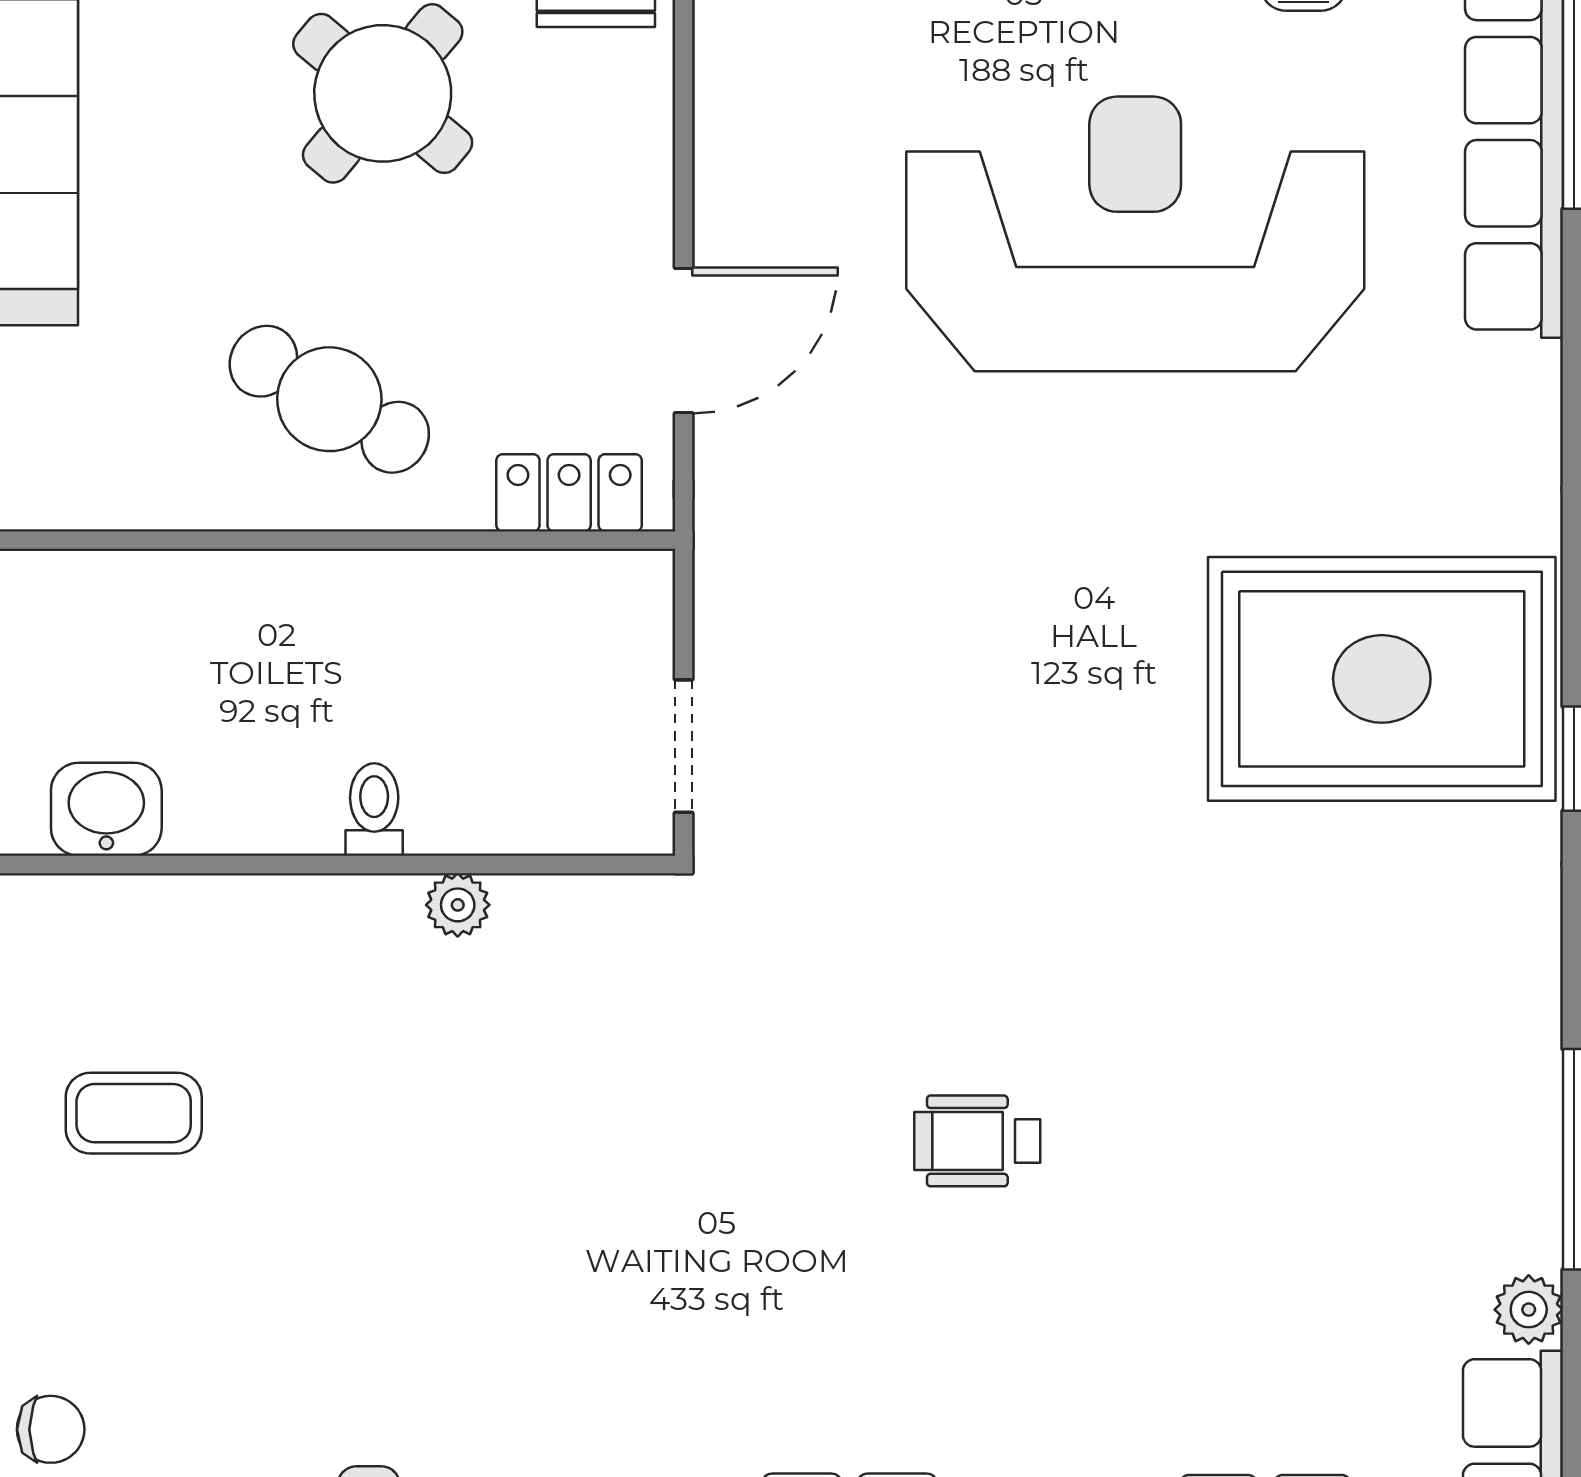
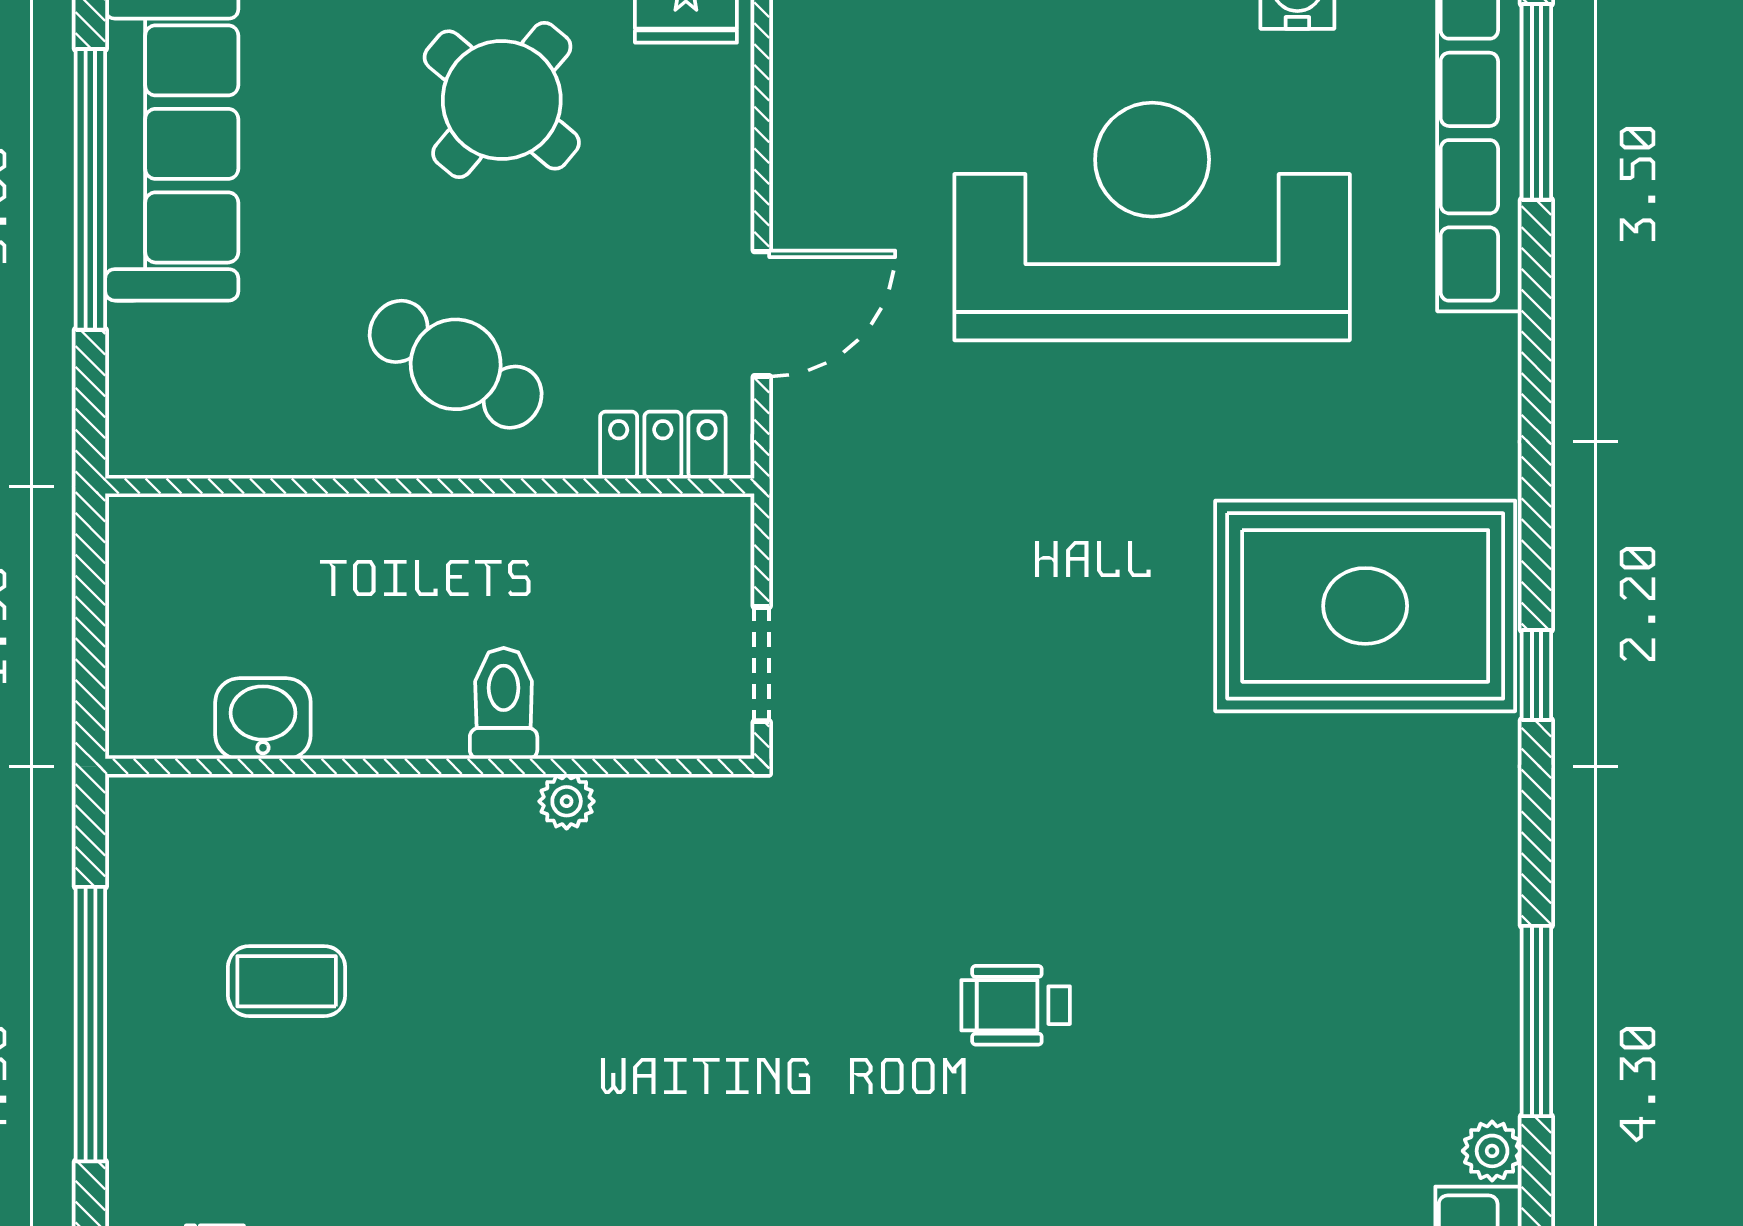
toilet: (374, 810) -> (504, 703), width x1.37, depth x1.39

